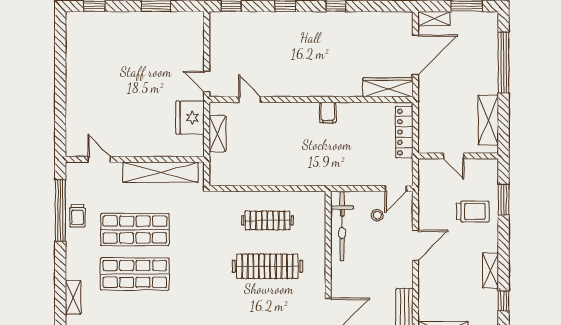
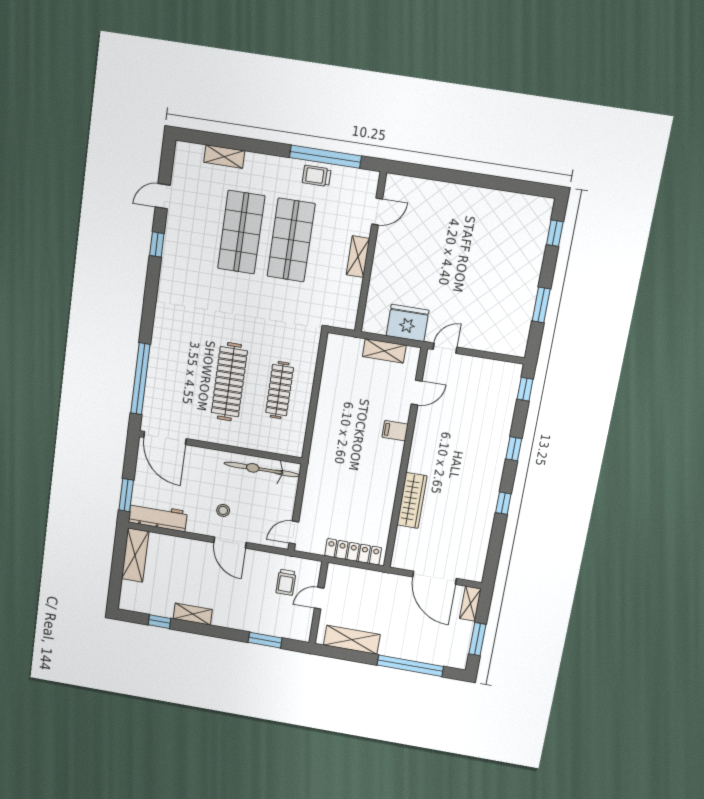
wardrobe: (388, 87) -> (412, 500), moved
filing cabinet: (328, 113) -> (395, 431), moved
shelving: (160, 172) -> (358, 257), width x0.45, depth x0.75
door: (396, 188) -> (294, 533), hinge flipped
trolley: (473, 212) -> (286, 582), moved, width x0.73, depth x0.72
stool: (377, 215) -> (223, 510), moved

